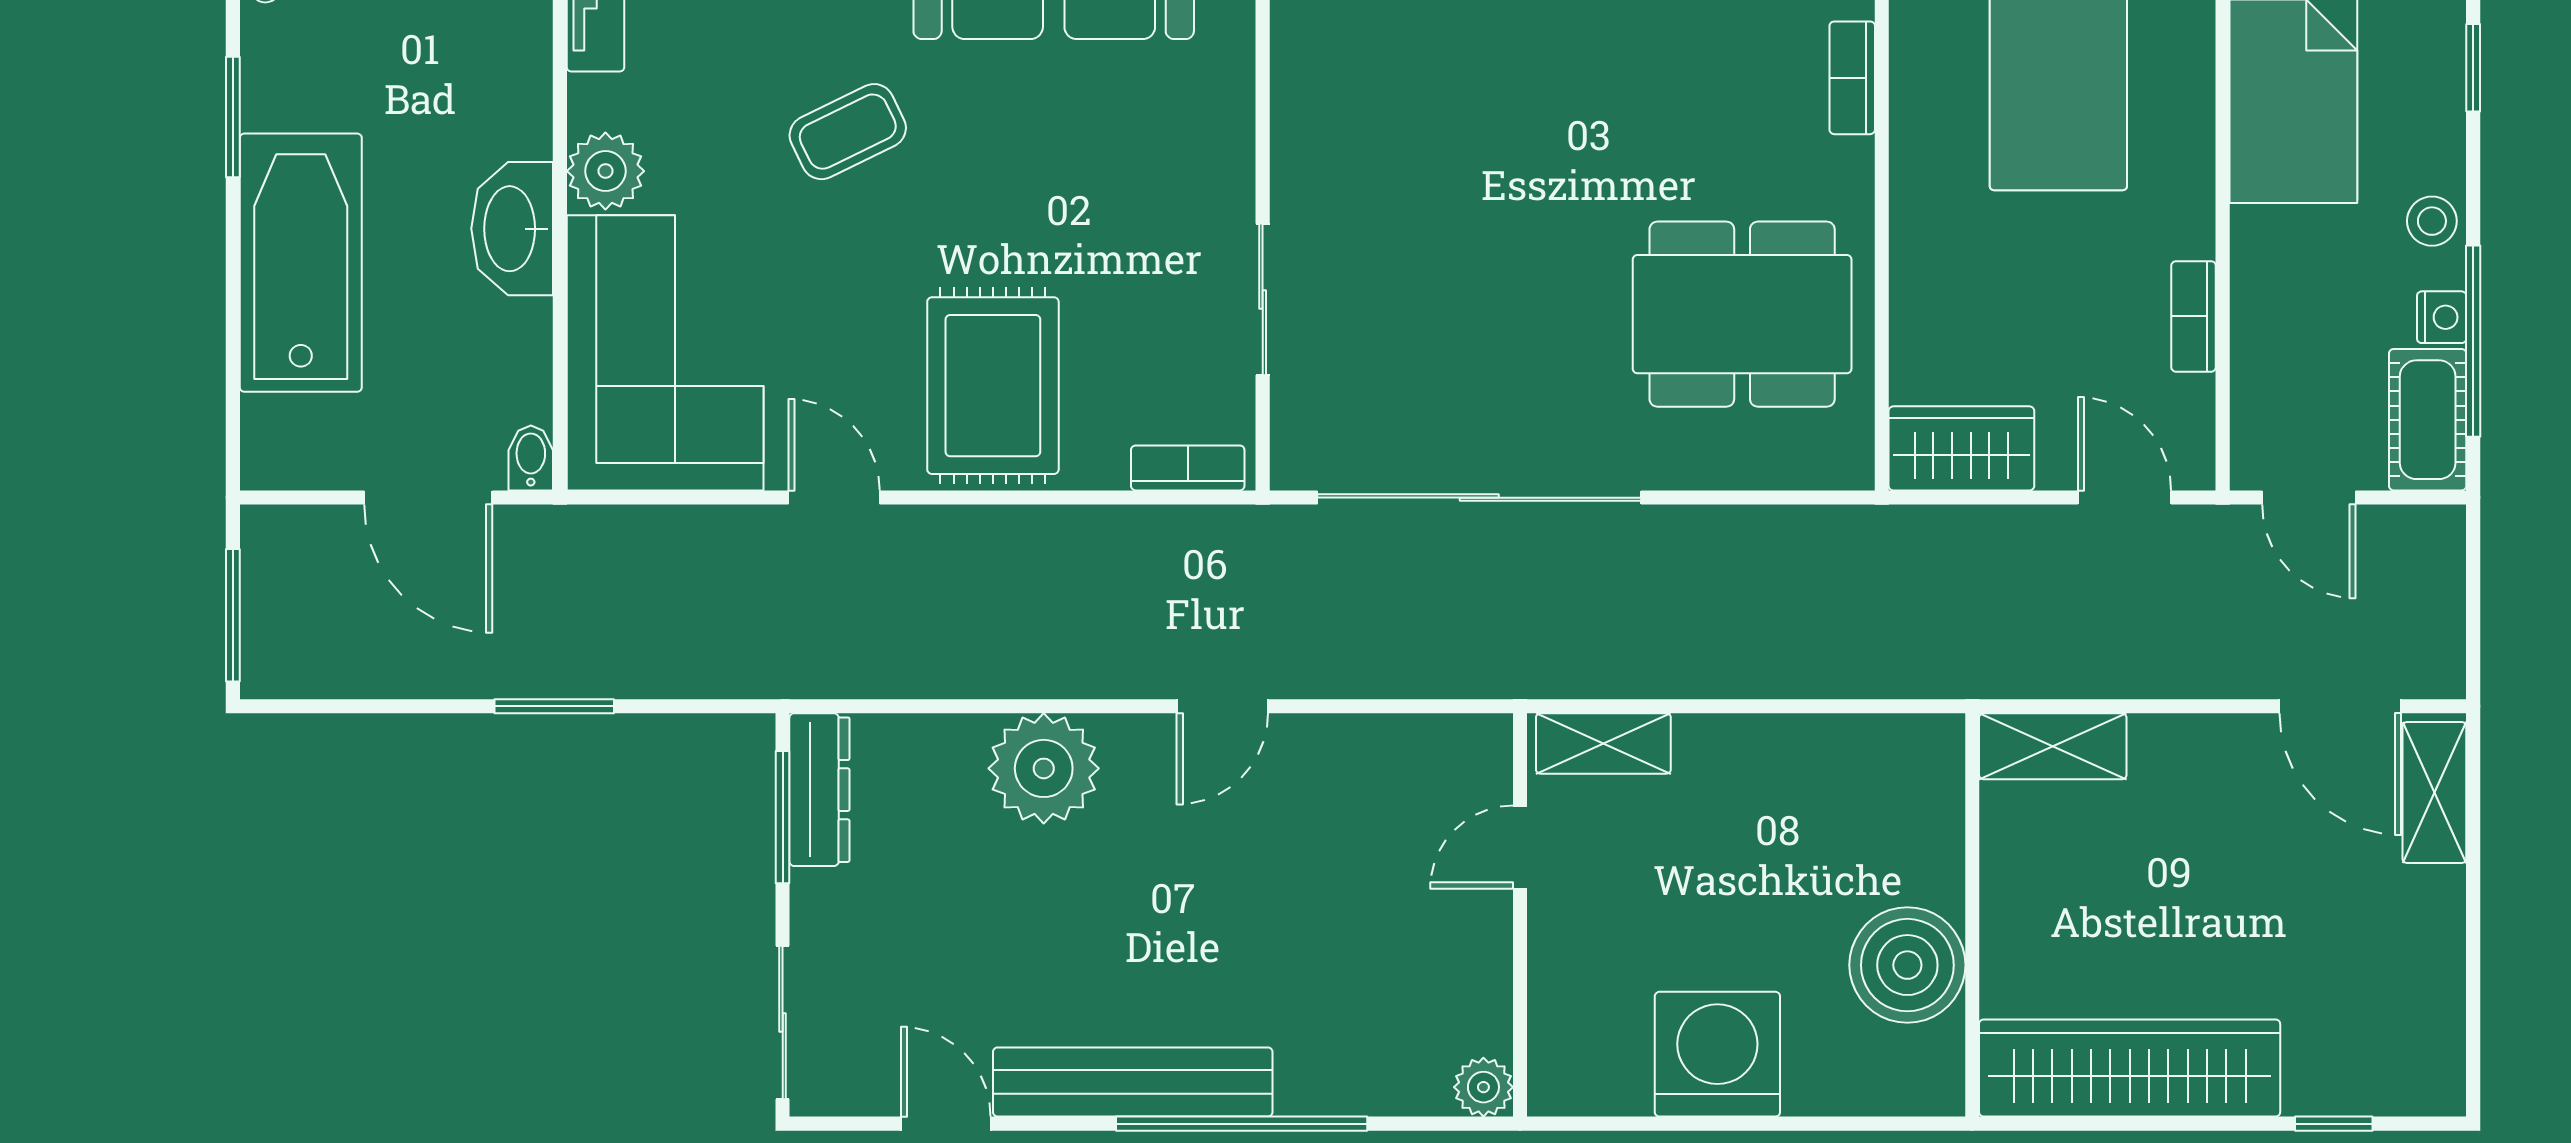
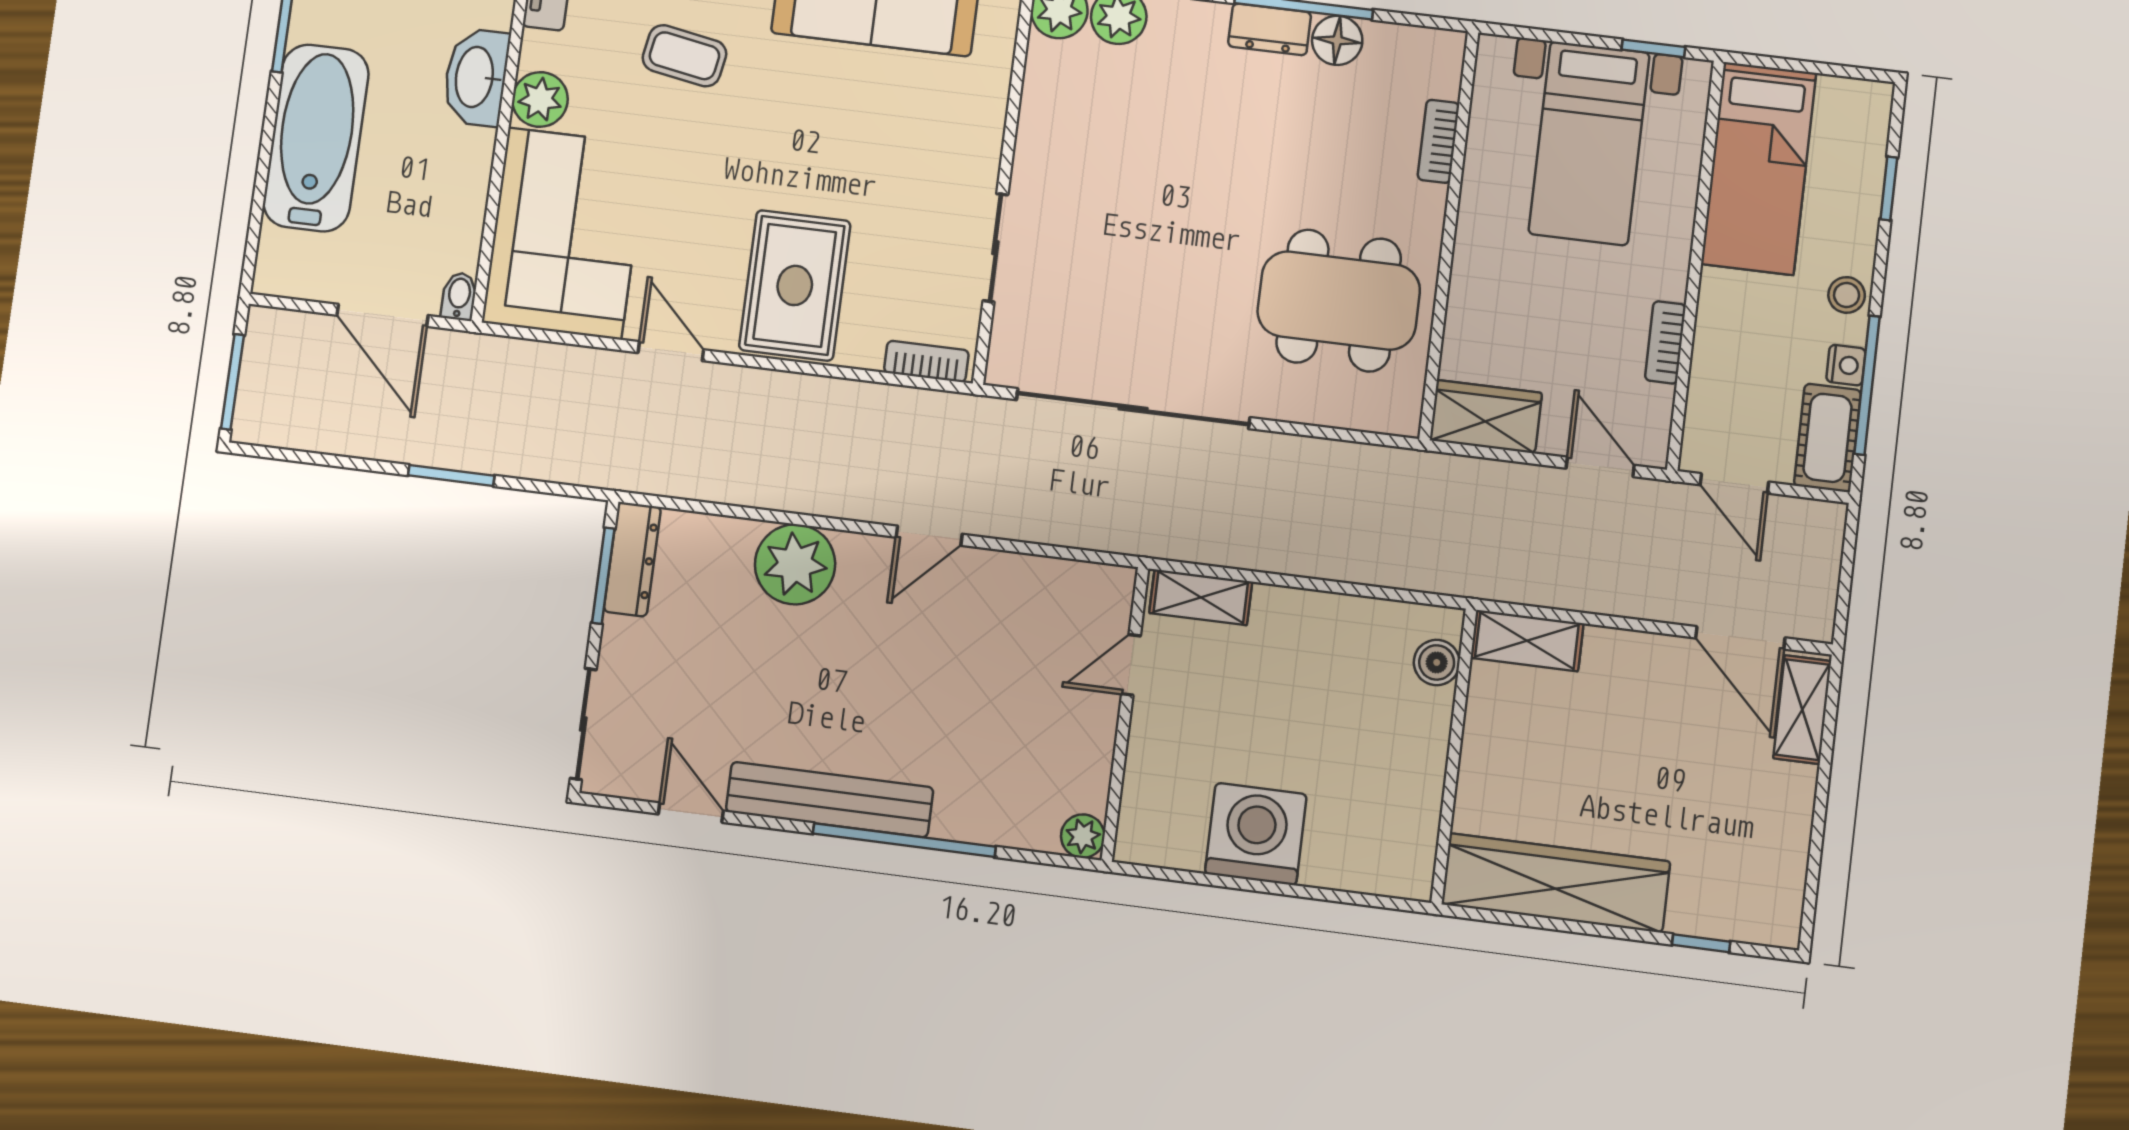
coffee table: (848, 132) -> (684, 56), moved, turned 36
washbasin: (512, 229) -> (476, 77), moved
boiler: (1907, 965) -> (1437, 662), moved, width x0.54, depth x0.54

